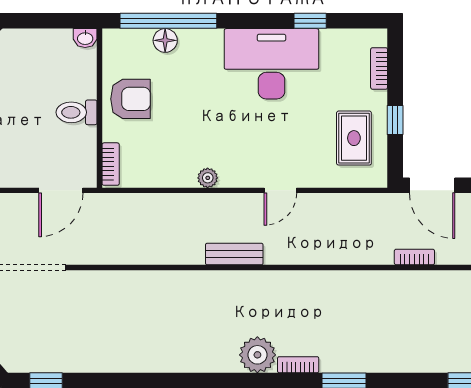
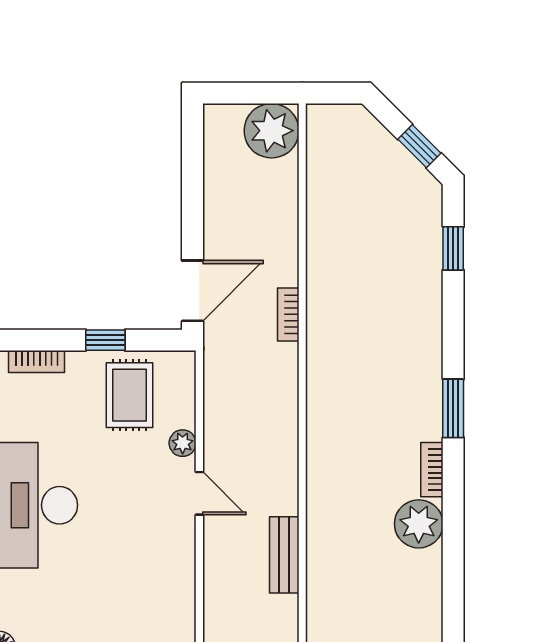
rug: (354, 138) -> (129, 395), turned 90
plant: (208, 178) -> (183, 443), moved

